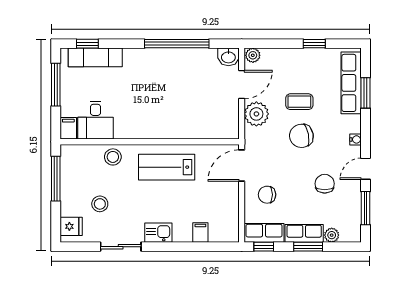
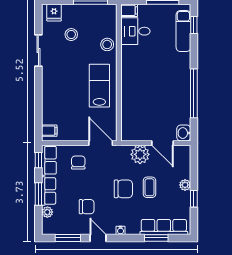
plant: (253, 55) -> (185, 185), moved
chair: (301, 136) -> (123, 189), turned 101
filing cabinet: (200, 232) -> (49, 131), moved
kitchen sink: (158, 233) -> (49, 79), removed

